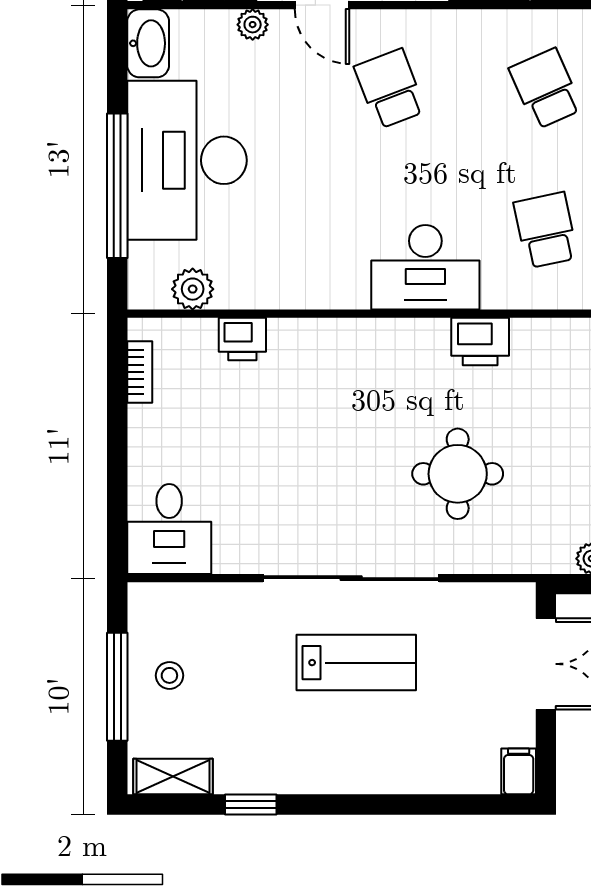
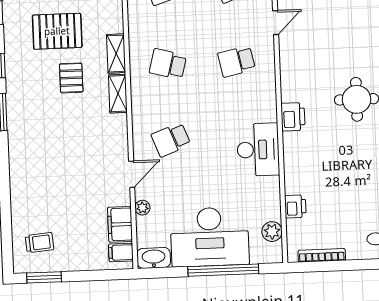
school desk: (546, 89) -> (168, 64), turned 39
desk: (425, 267) -> (258, 150), moved
printer: (480, 342) -> (293, 117), moved
bookcase: (140, 372) -> (322, 255), width x1.56

